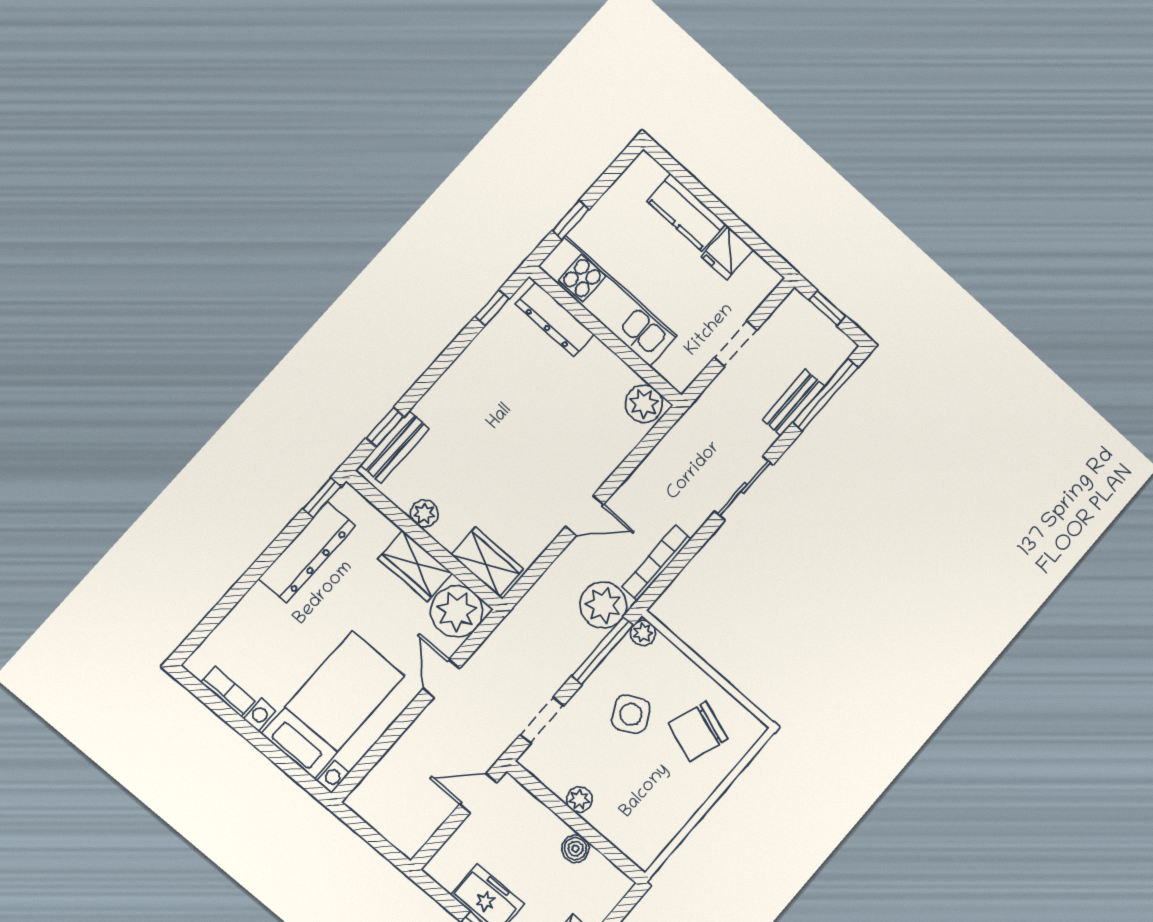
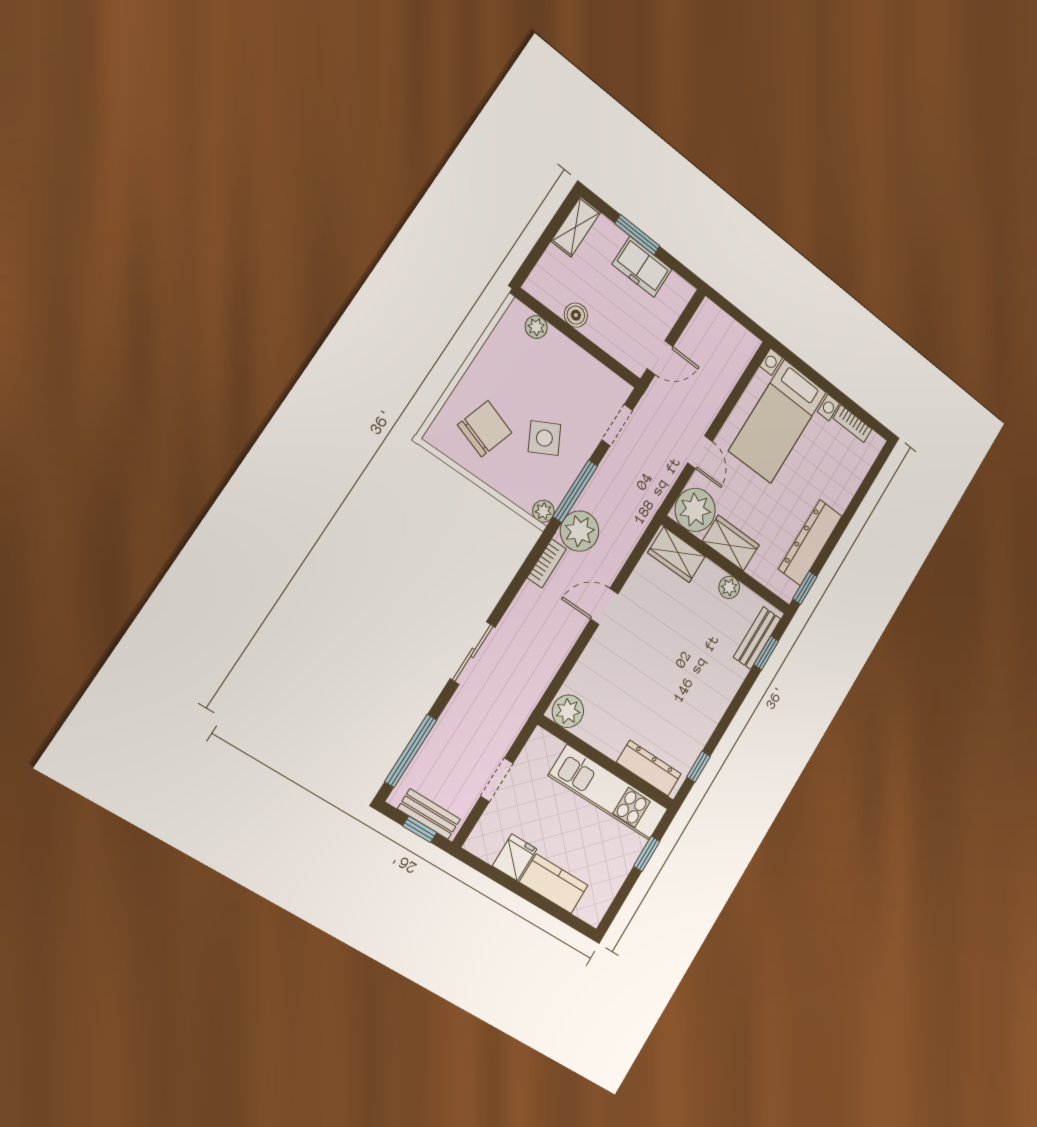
bench: (793, 403) -> (429, 814), moved, turned 90
bookcase: (656, 563) -> (547, 563), width x0.64
plant: (579, 800) -> (536, 327), moved

